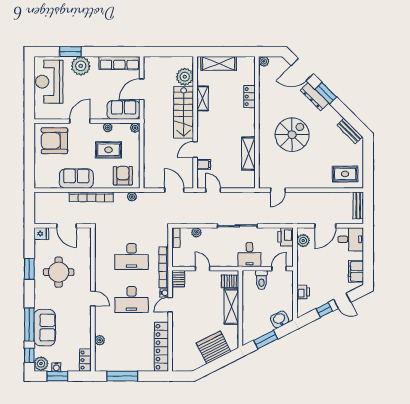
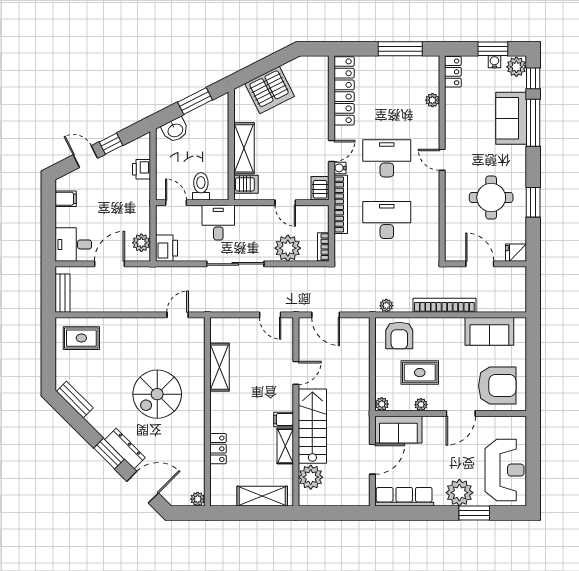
filing cabinet: (204, 164) -> (284, 419), moved
sofa: (76, 179) -> (489, 331), moved
plant: (196, 232) -> (288, 248), width x1.88, depth x1.88
door: (279, 269) -> (176, 203), swing flipped
filing cabinet: (356, 271) -> (66, 199), width x0.50

